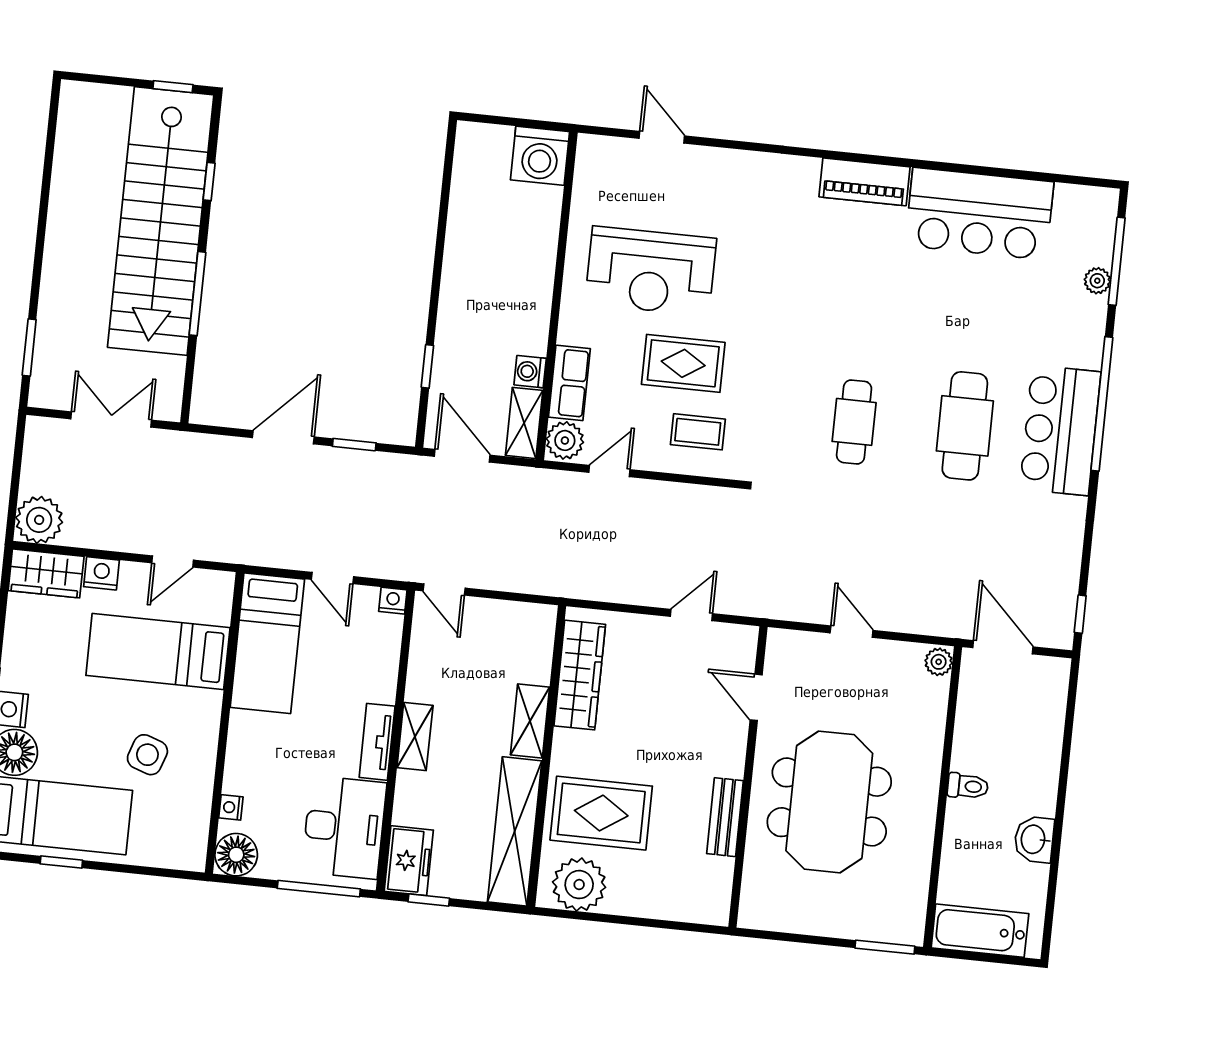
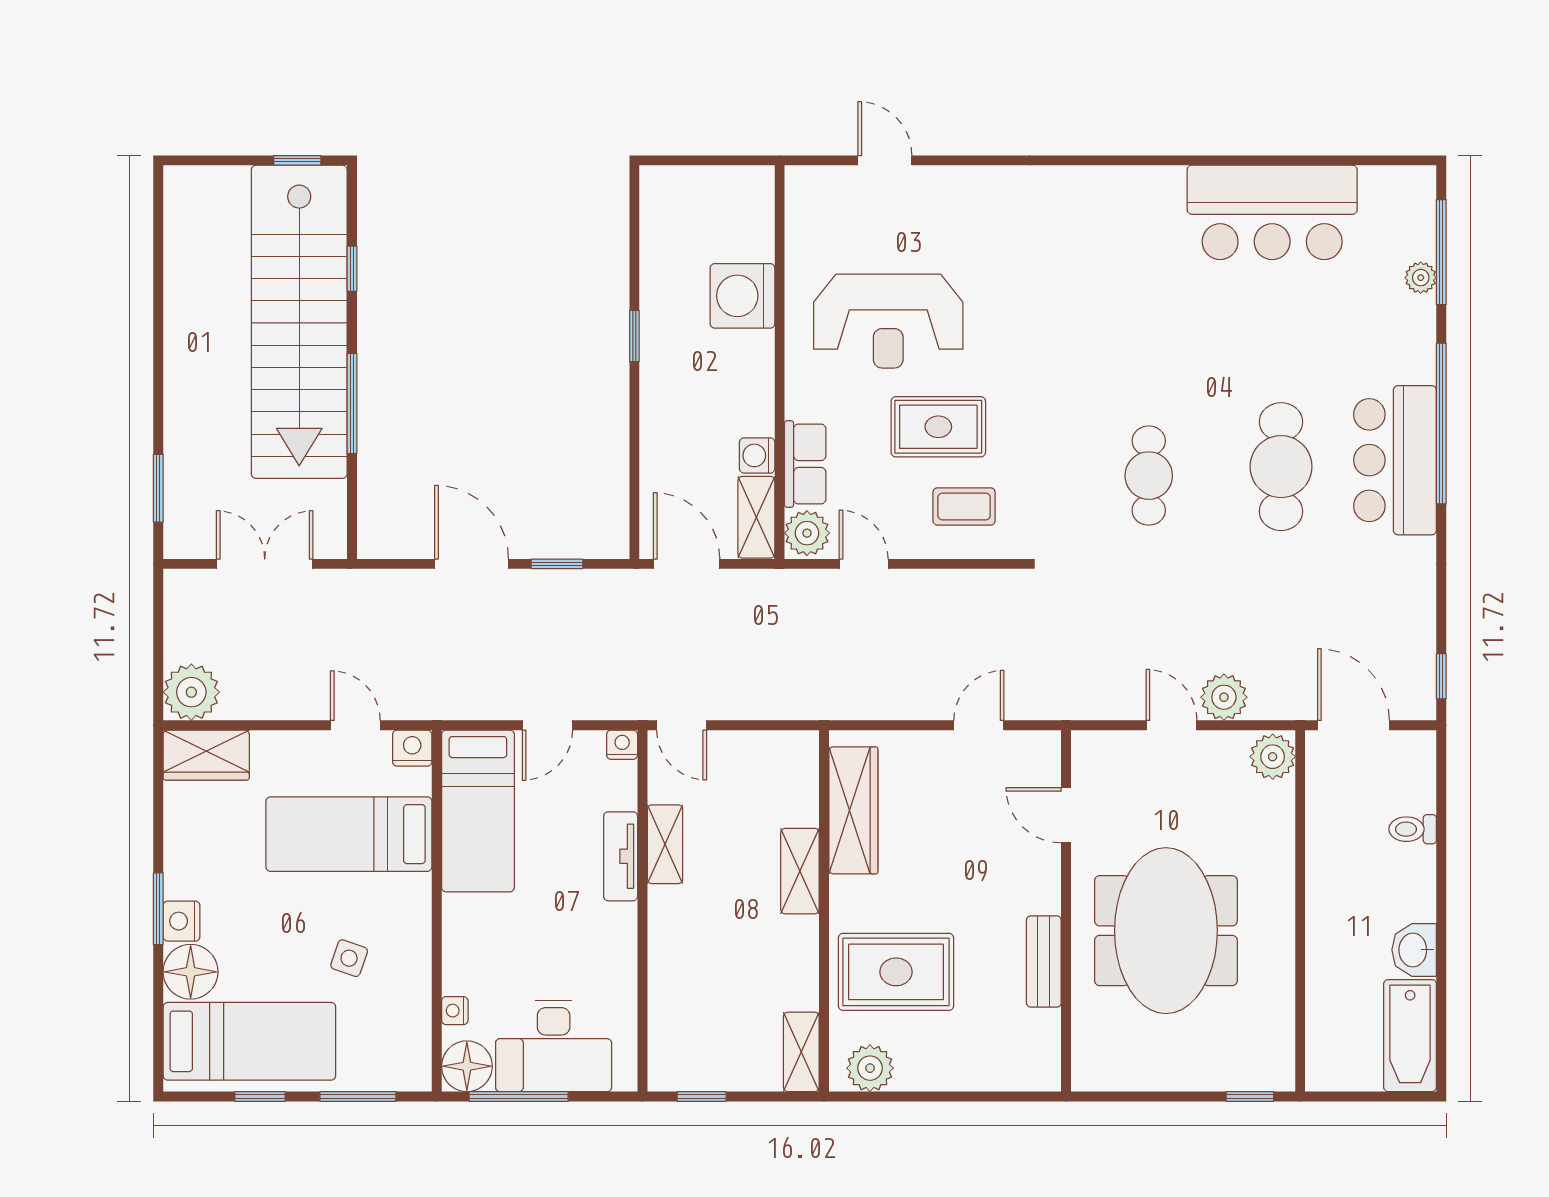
washing machine: (540, 156) -> (742, 296), moved, turned 90
piano: (865, 182) -> (1132, 189), removed
window: (427, 366) -> (634, 336), moved
door: (283, 437) -> (472, 564), hinge flipped
door: (609, 471) -> (864, 564), hinge flipped
door: (173, 561) -> (355, 725), swing flipped
nightstand: (102, 573) -> (412, 748), moved
door: (332, 578) -> (547, 725), hinge flipped
plant: (898, 613) -> (1224, 697), added
plant: (939, 662) -> (1273, 757), width x1.38, depth x1.38
shelving: (415, 736) -> (665, 844), moved
tv unit: (377, 742) -> (621, 856), moved
side table: (147, 755) -> (349, 958), width x0.73, depth x0.73
toilet: (968, 786) -> (1413, 829), moved, turned 180
desk: (344, 827) -> (554, 1046), moved, turned 90
shelving: (515, 831) -> (801, 1052), width x0.45, depth x0.75
freezer: (409, 861) -> (673, 1052), removed
window: (143, 870) -> (358, 1096), added
plant: (579, 885) -> (870, 1068), width x0.73, depth x0.73
window: (319, 889) -> (519, 1096), moved
bathtub: (980, 931) -> (1410, 1036), moved, turned -90
window: (885, 947) -> (1250, 1096), width x0.67

